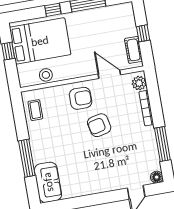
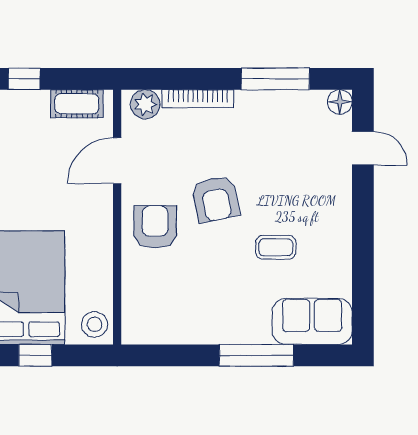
window: (143, 33) -> (24, 79), moved
stool: (46, 75) -> (95, 324), moved
coffee table: (35, 110) -> (276, 247), moved

